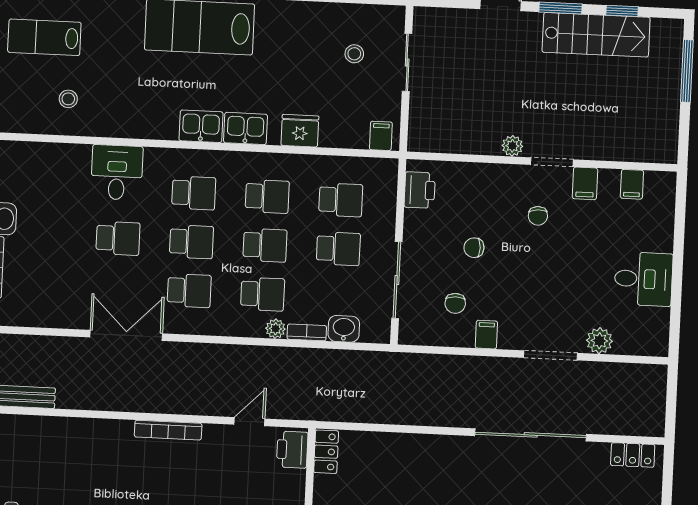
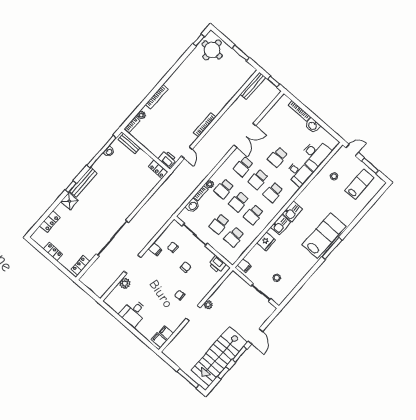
stairs: (596, 35) -> (219, 356), width x1.36, depth x1.51
desk: (55, 170) -> (315, 154), added
filing cabinet: (585, 183) -> (159, 340), moved

